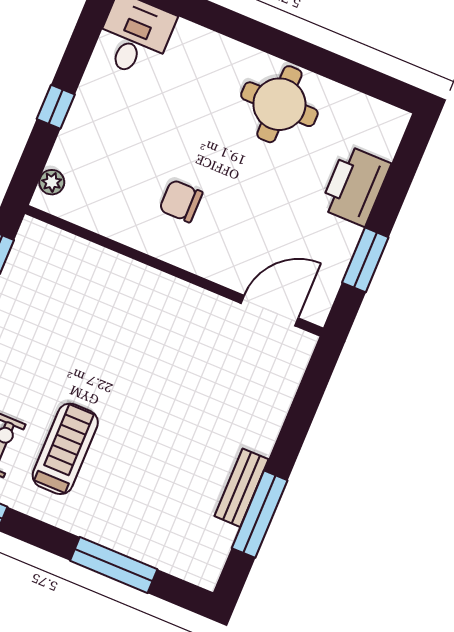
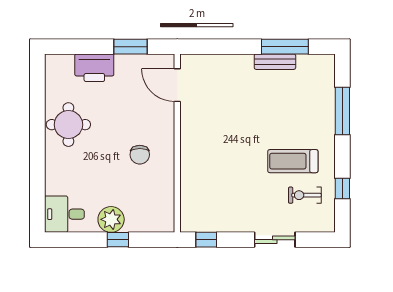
plant: (52, 182) -> (111, 219), moved, width x1.88, depth x1.88

